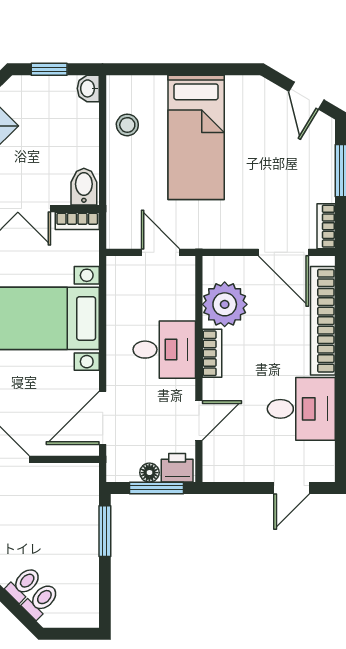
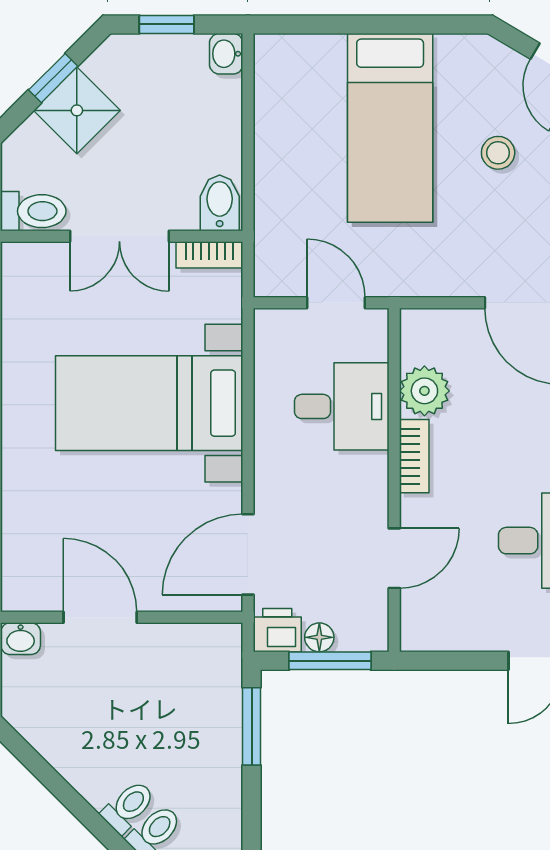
stool: (127, 125) -> (498, 153), moved
plant: (225, 304) -> (424, 391), width x0.73, depth x0.73
desk: (164, 350) -> (342, 406), moved
printer: (177, 468) -> (277, 630), moved

